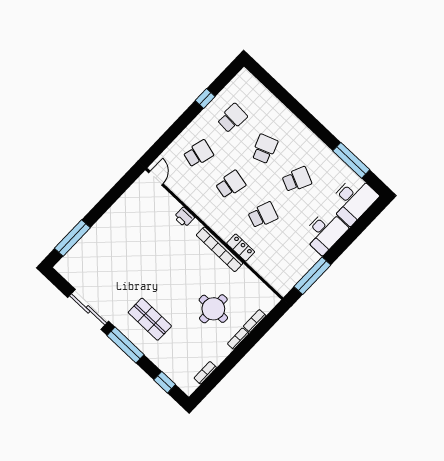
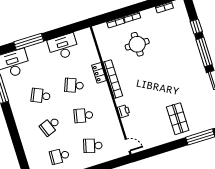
door: (156, 178) -> (128, 145), swing flipped
desk: (325, 232) -> (63, 47), moved
window: (312, 276) -> (29, 42), moved
shop shelf: (150, 319) -> (178, 119), moved
window: (165, 382) -> (196, 27), moved

